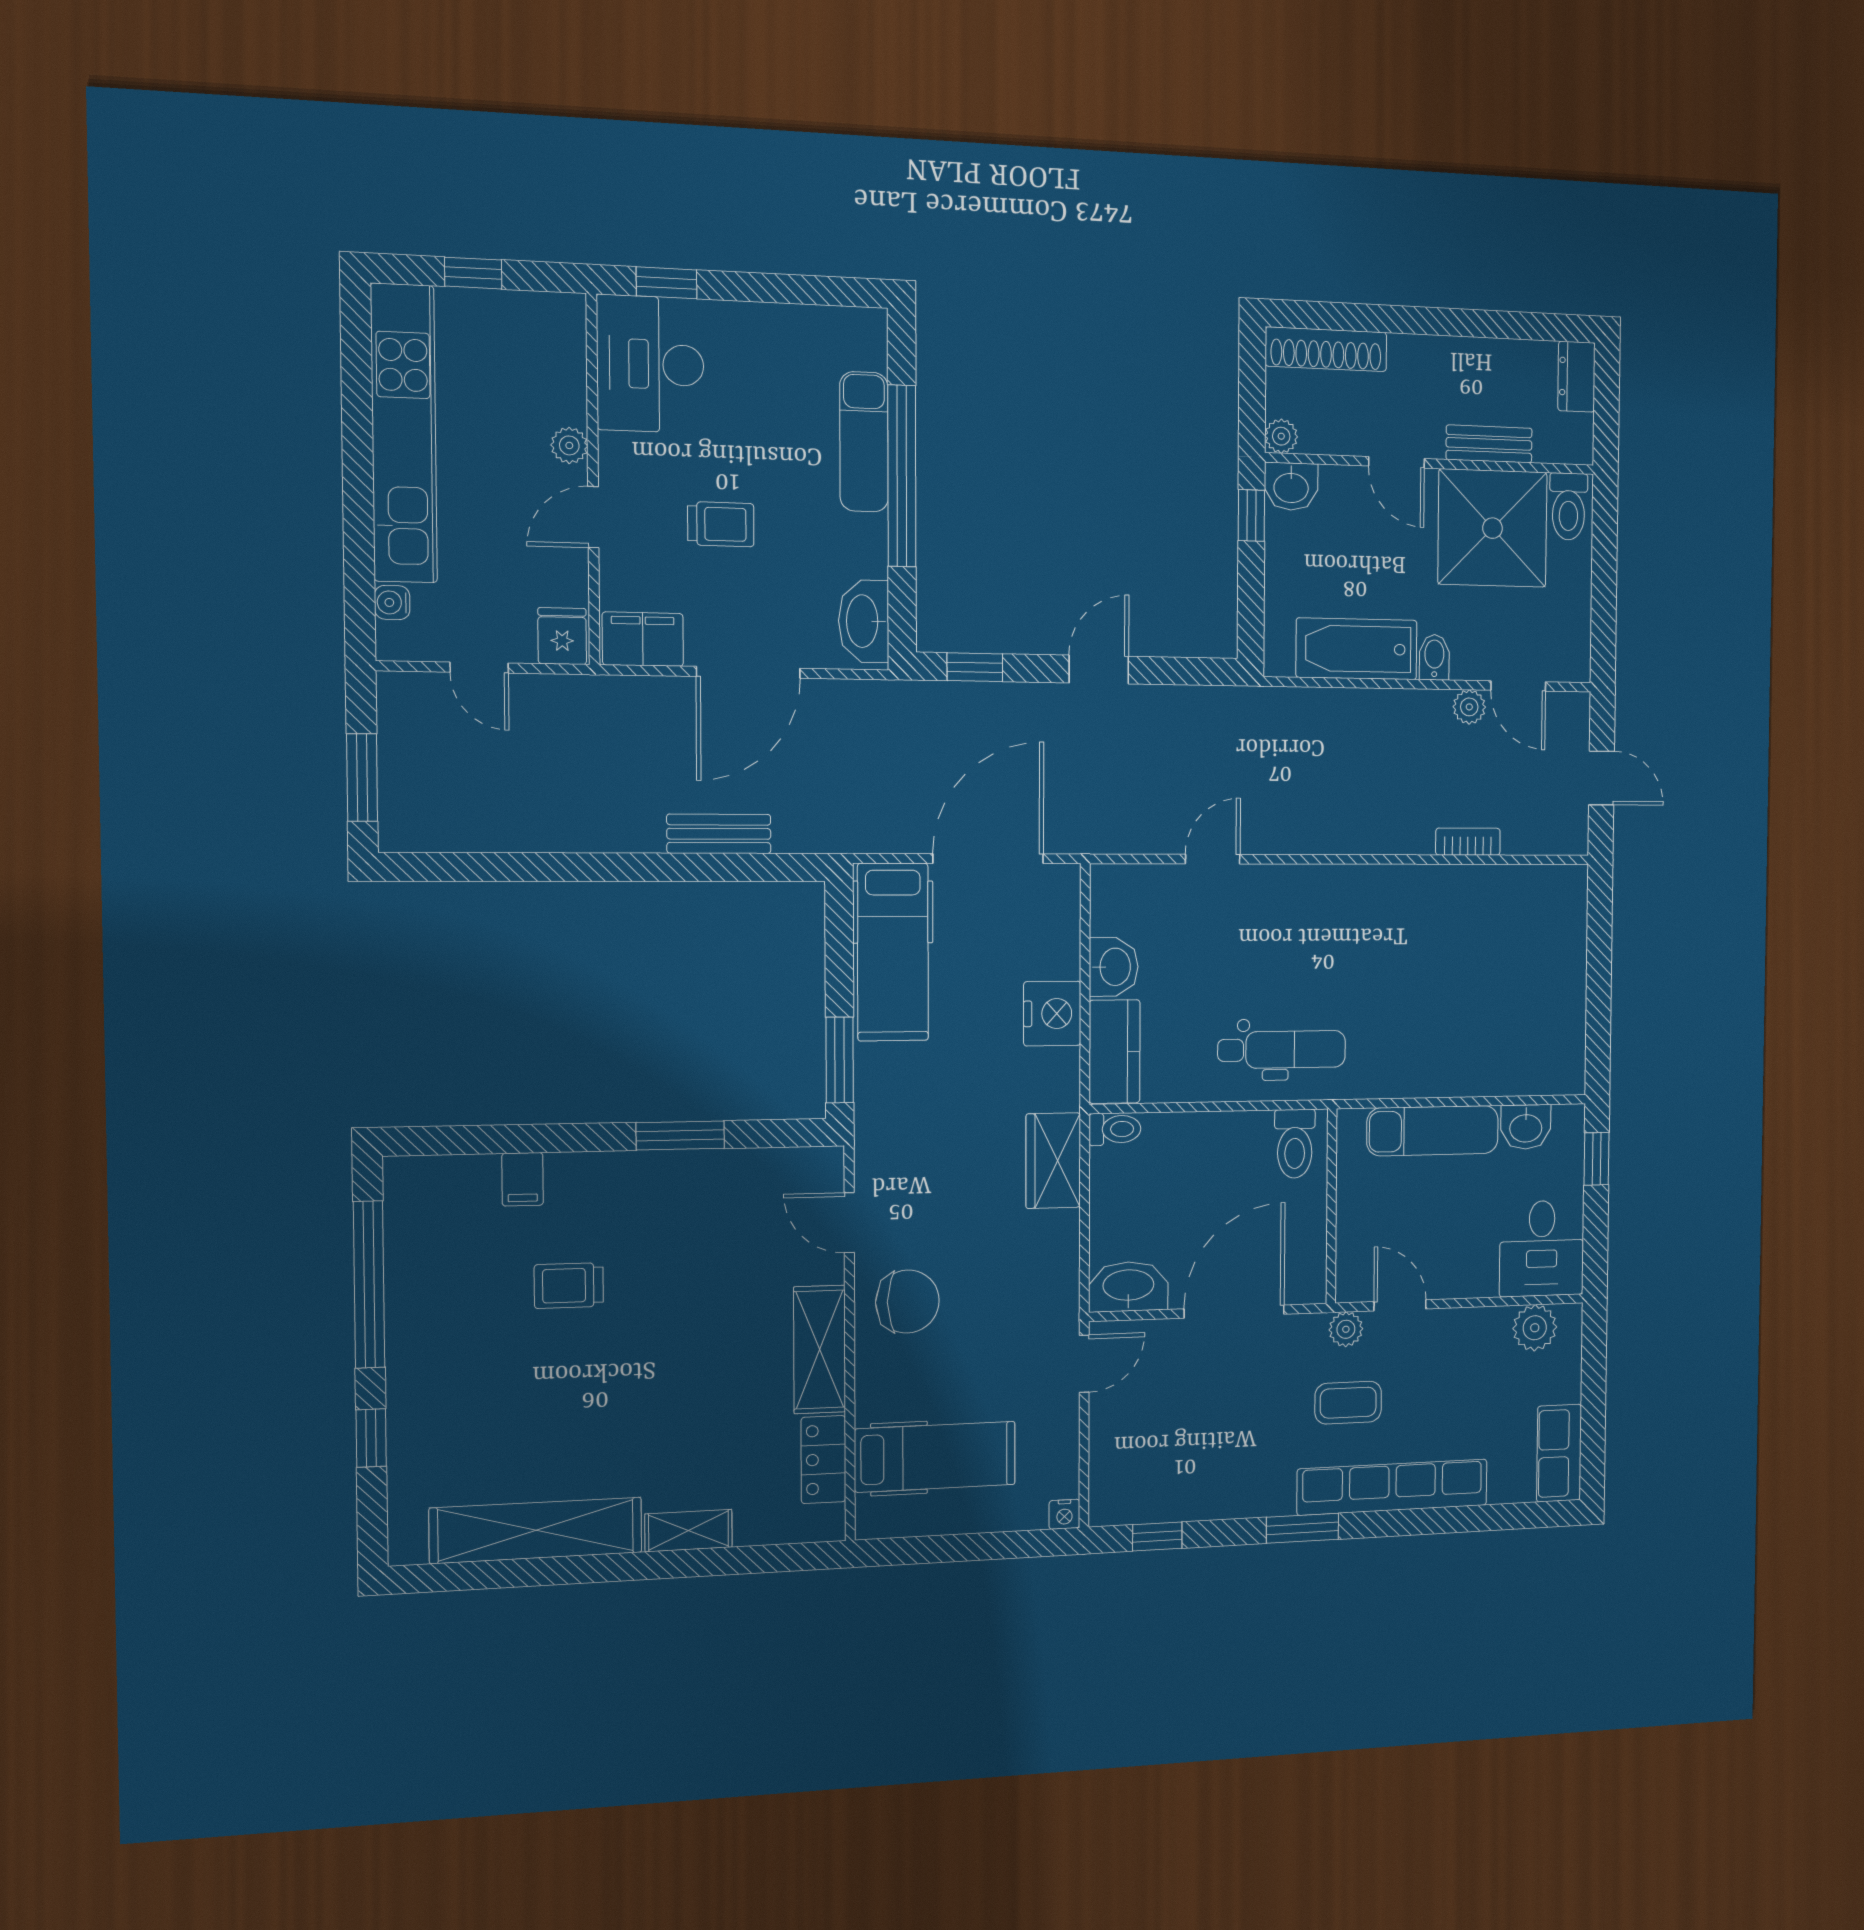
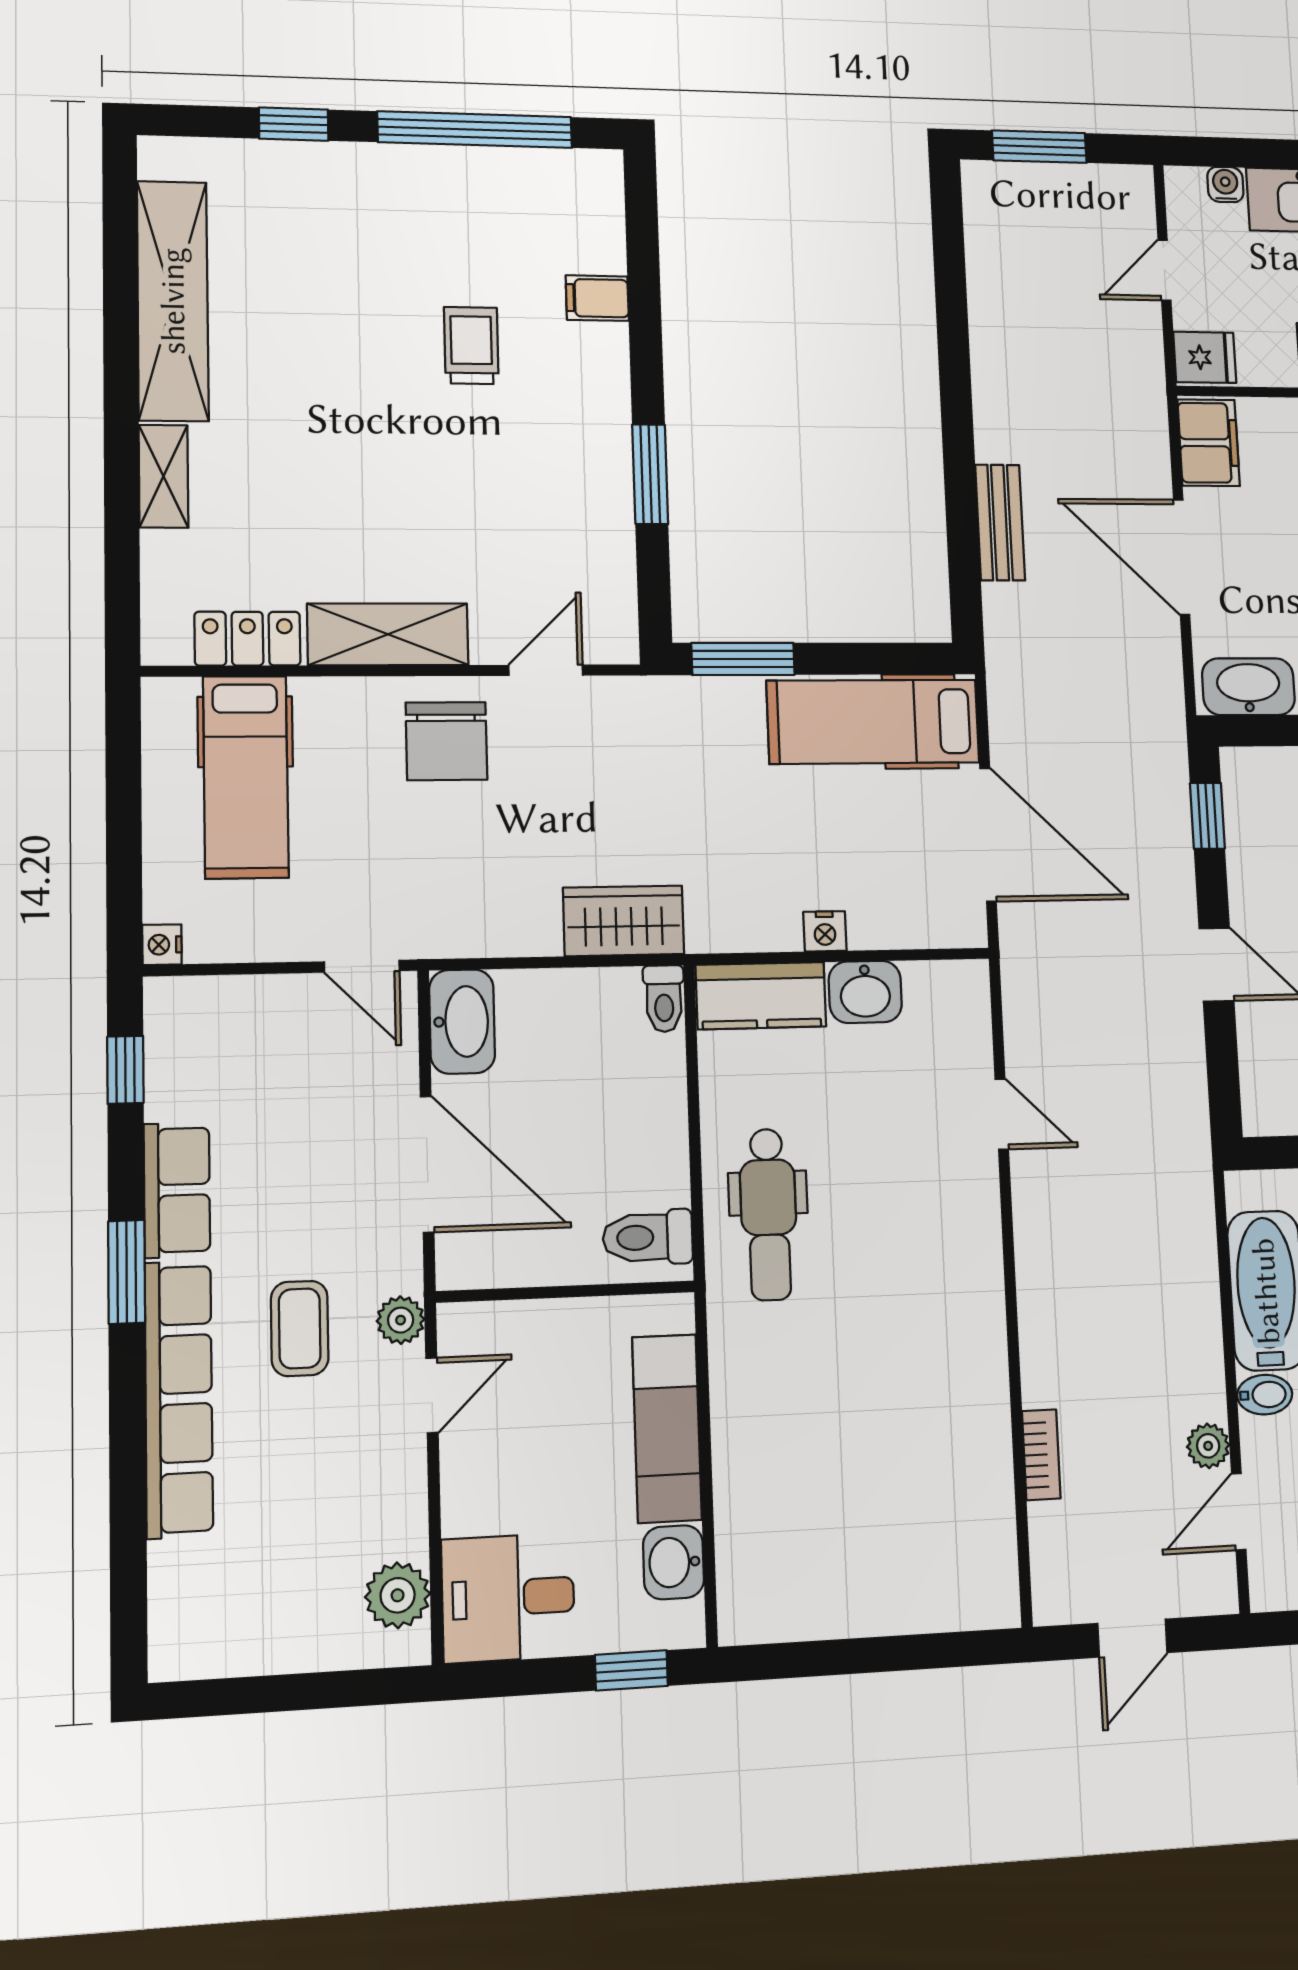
nightstand: (1052, 1014) -> (825, 931), width x0.53, depth x0.56
row of seats: (1559, 1453) -> (177, 1190), moved, turned 90

